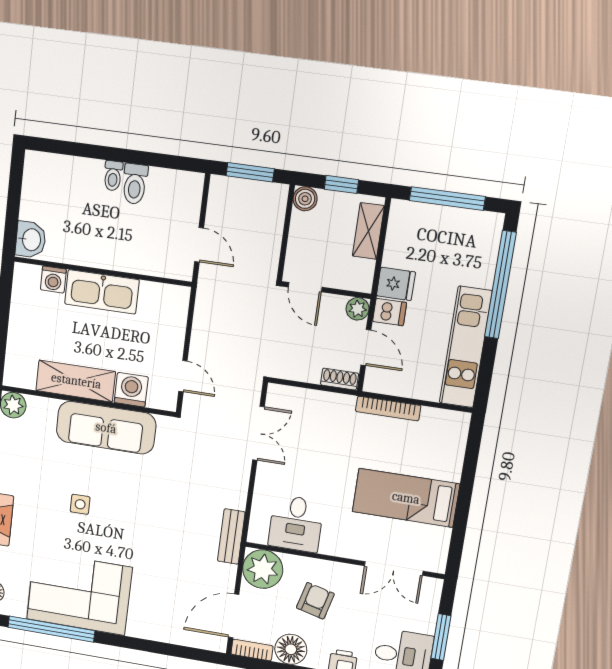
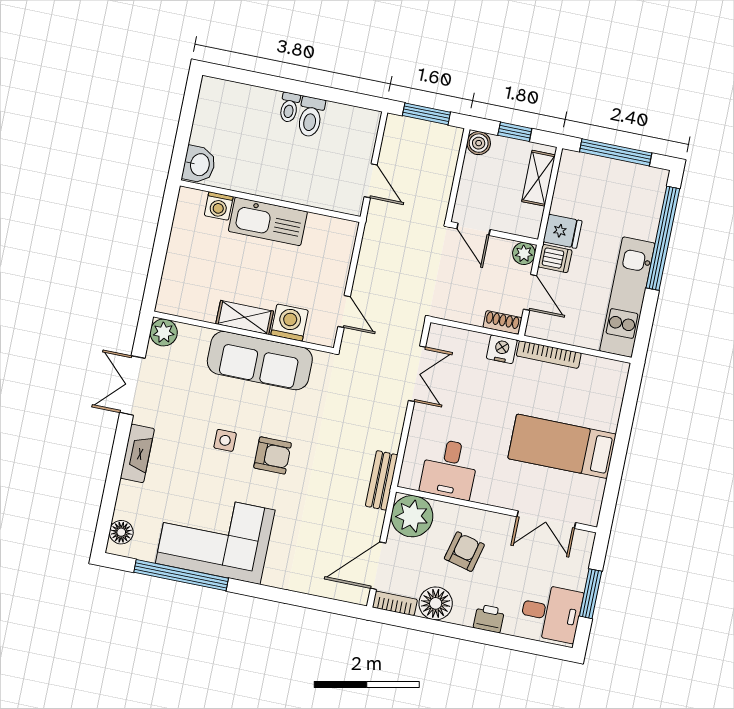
shelving: (76, 381) -> (245, 317), width x0.67, depth x0.75
nightstand: (341, 406) -> (502, 349), added
armchair: (126, 517) -> (273, 455), added

